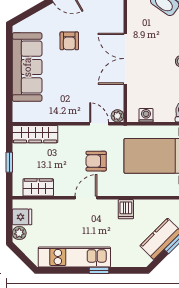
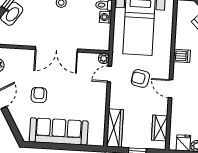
armchair: (69, 41) -> (39, 95), turned -90
washing machine: (146, 115) -> (106, 17), moved
armchair: (96, 161) -> (140, 78), turned 101

